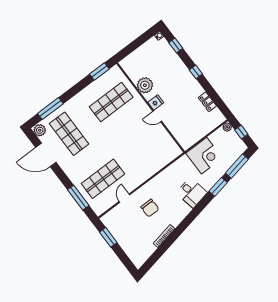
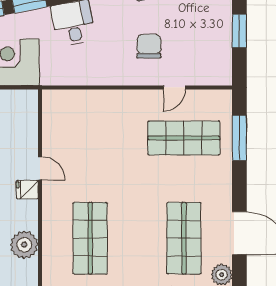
plant: (145, 85) -> (24, 245), moved
shop shelf: (111, 102) -> (90, 238), turned 90
window: (108, 237) -> (239, 31), moved

